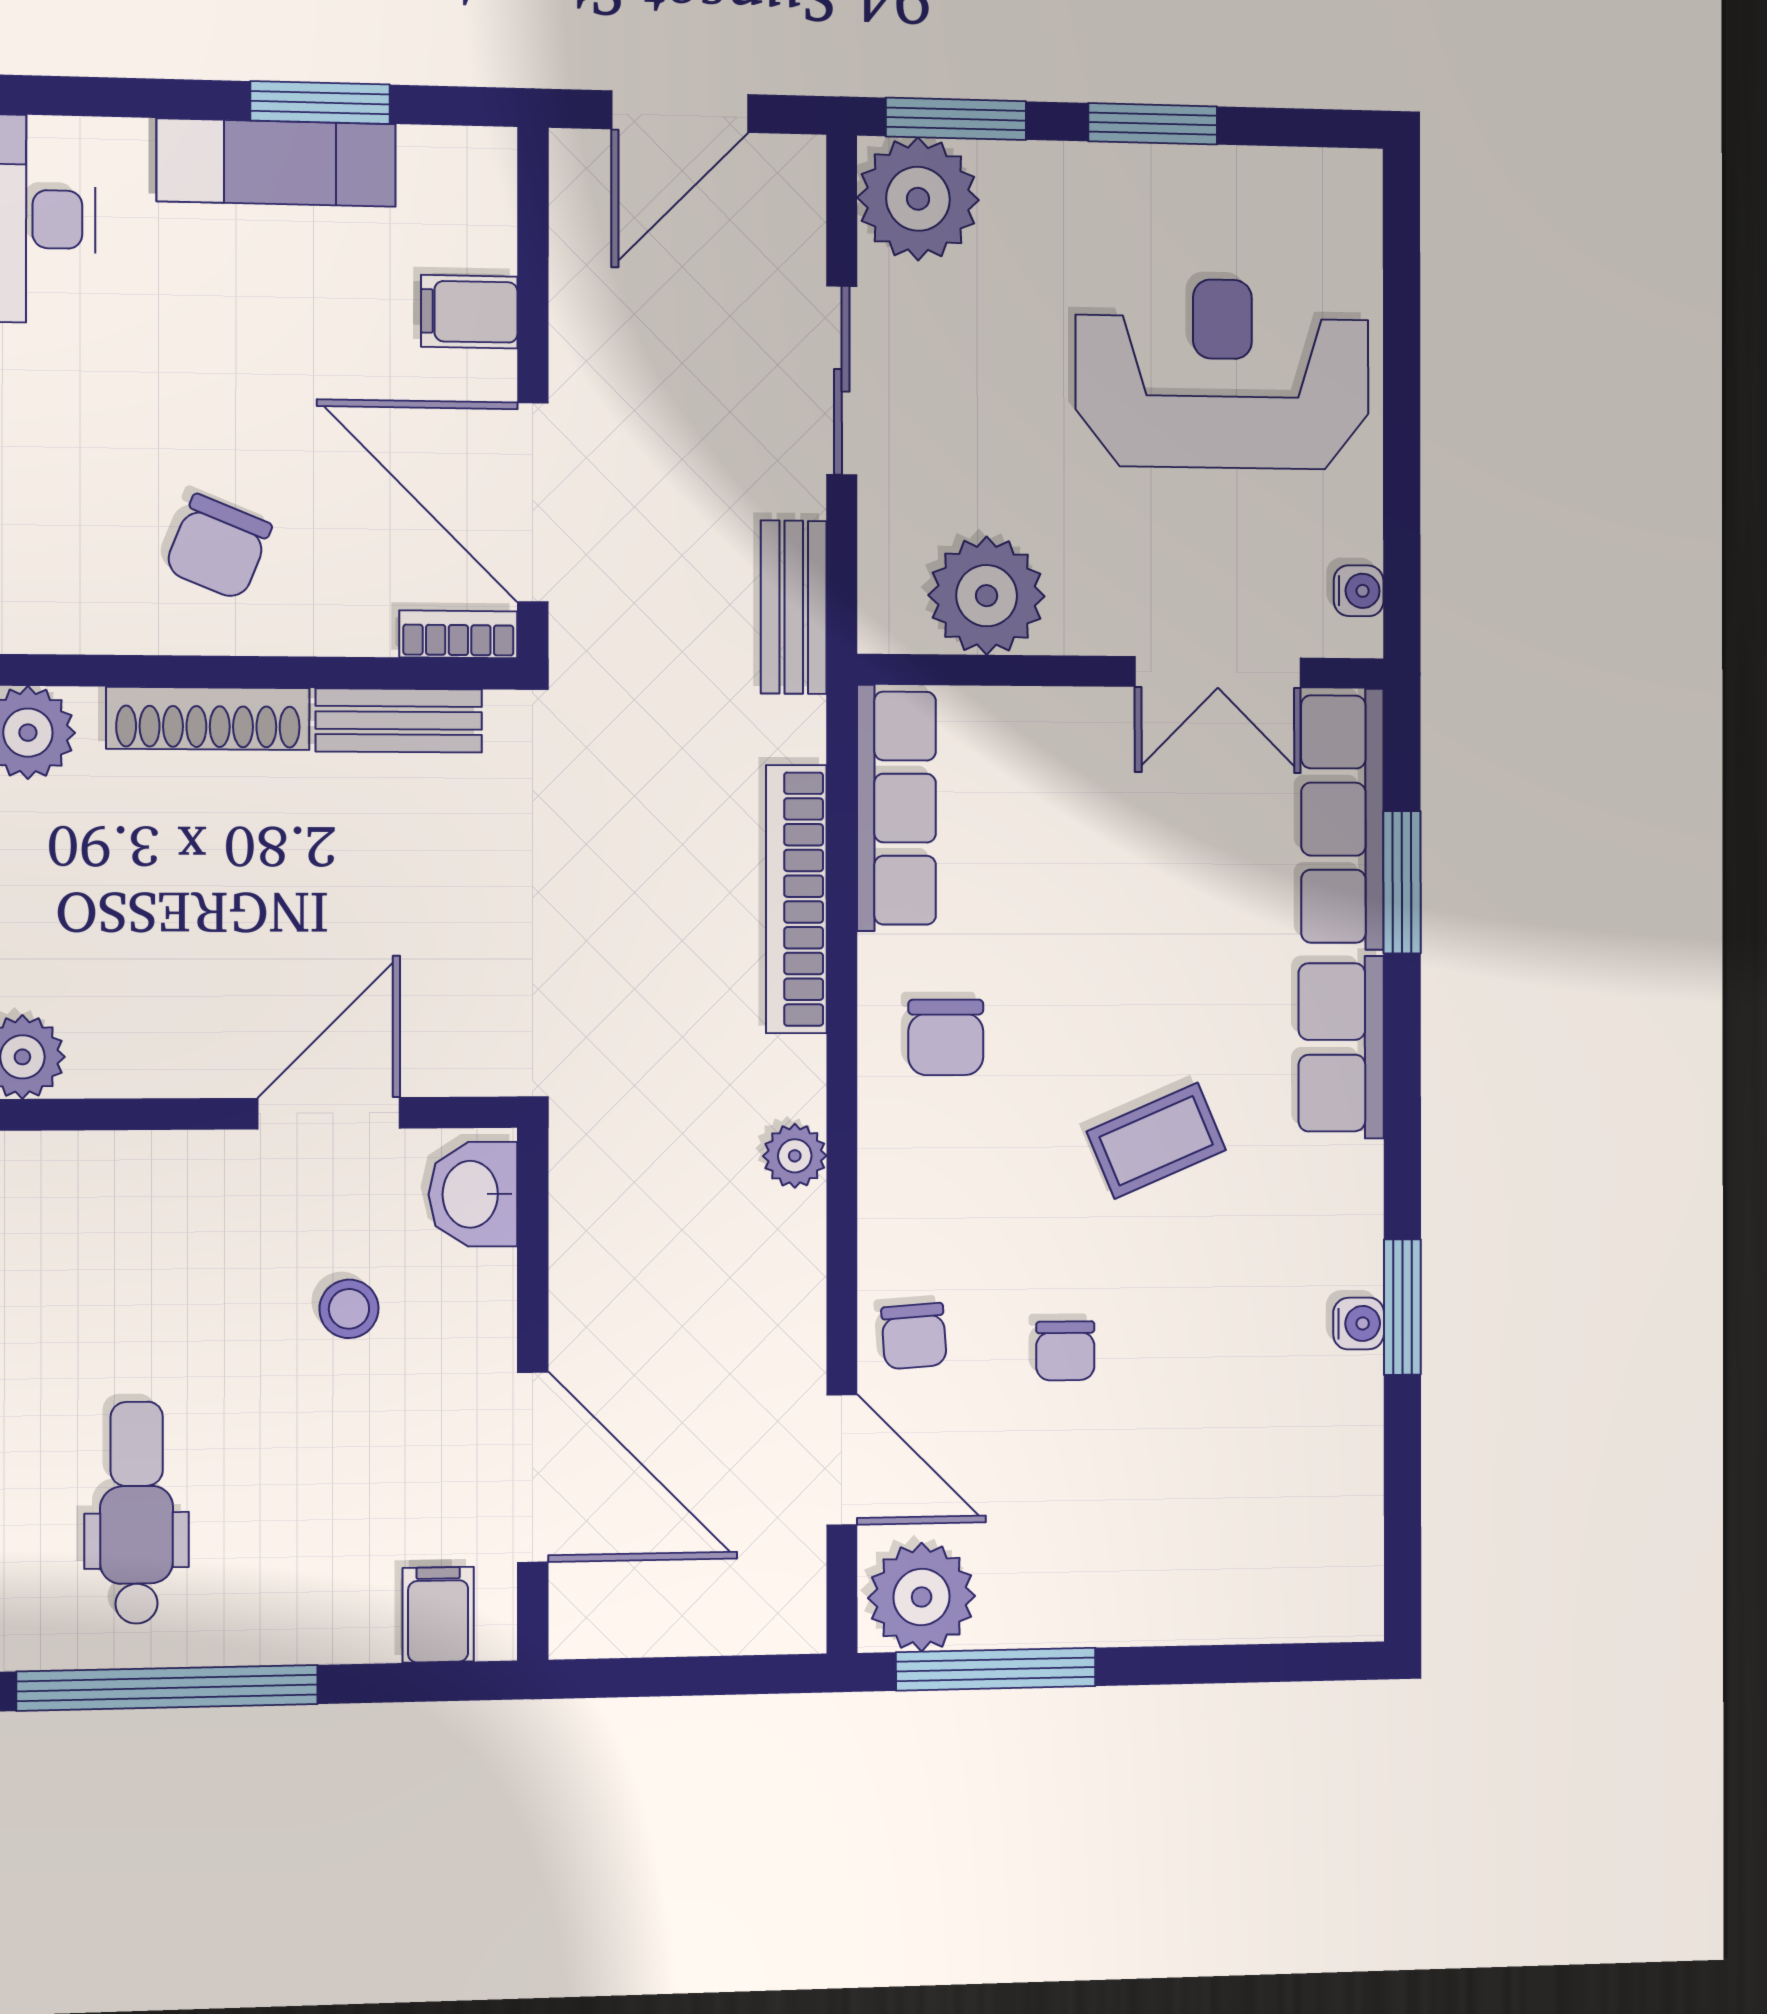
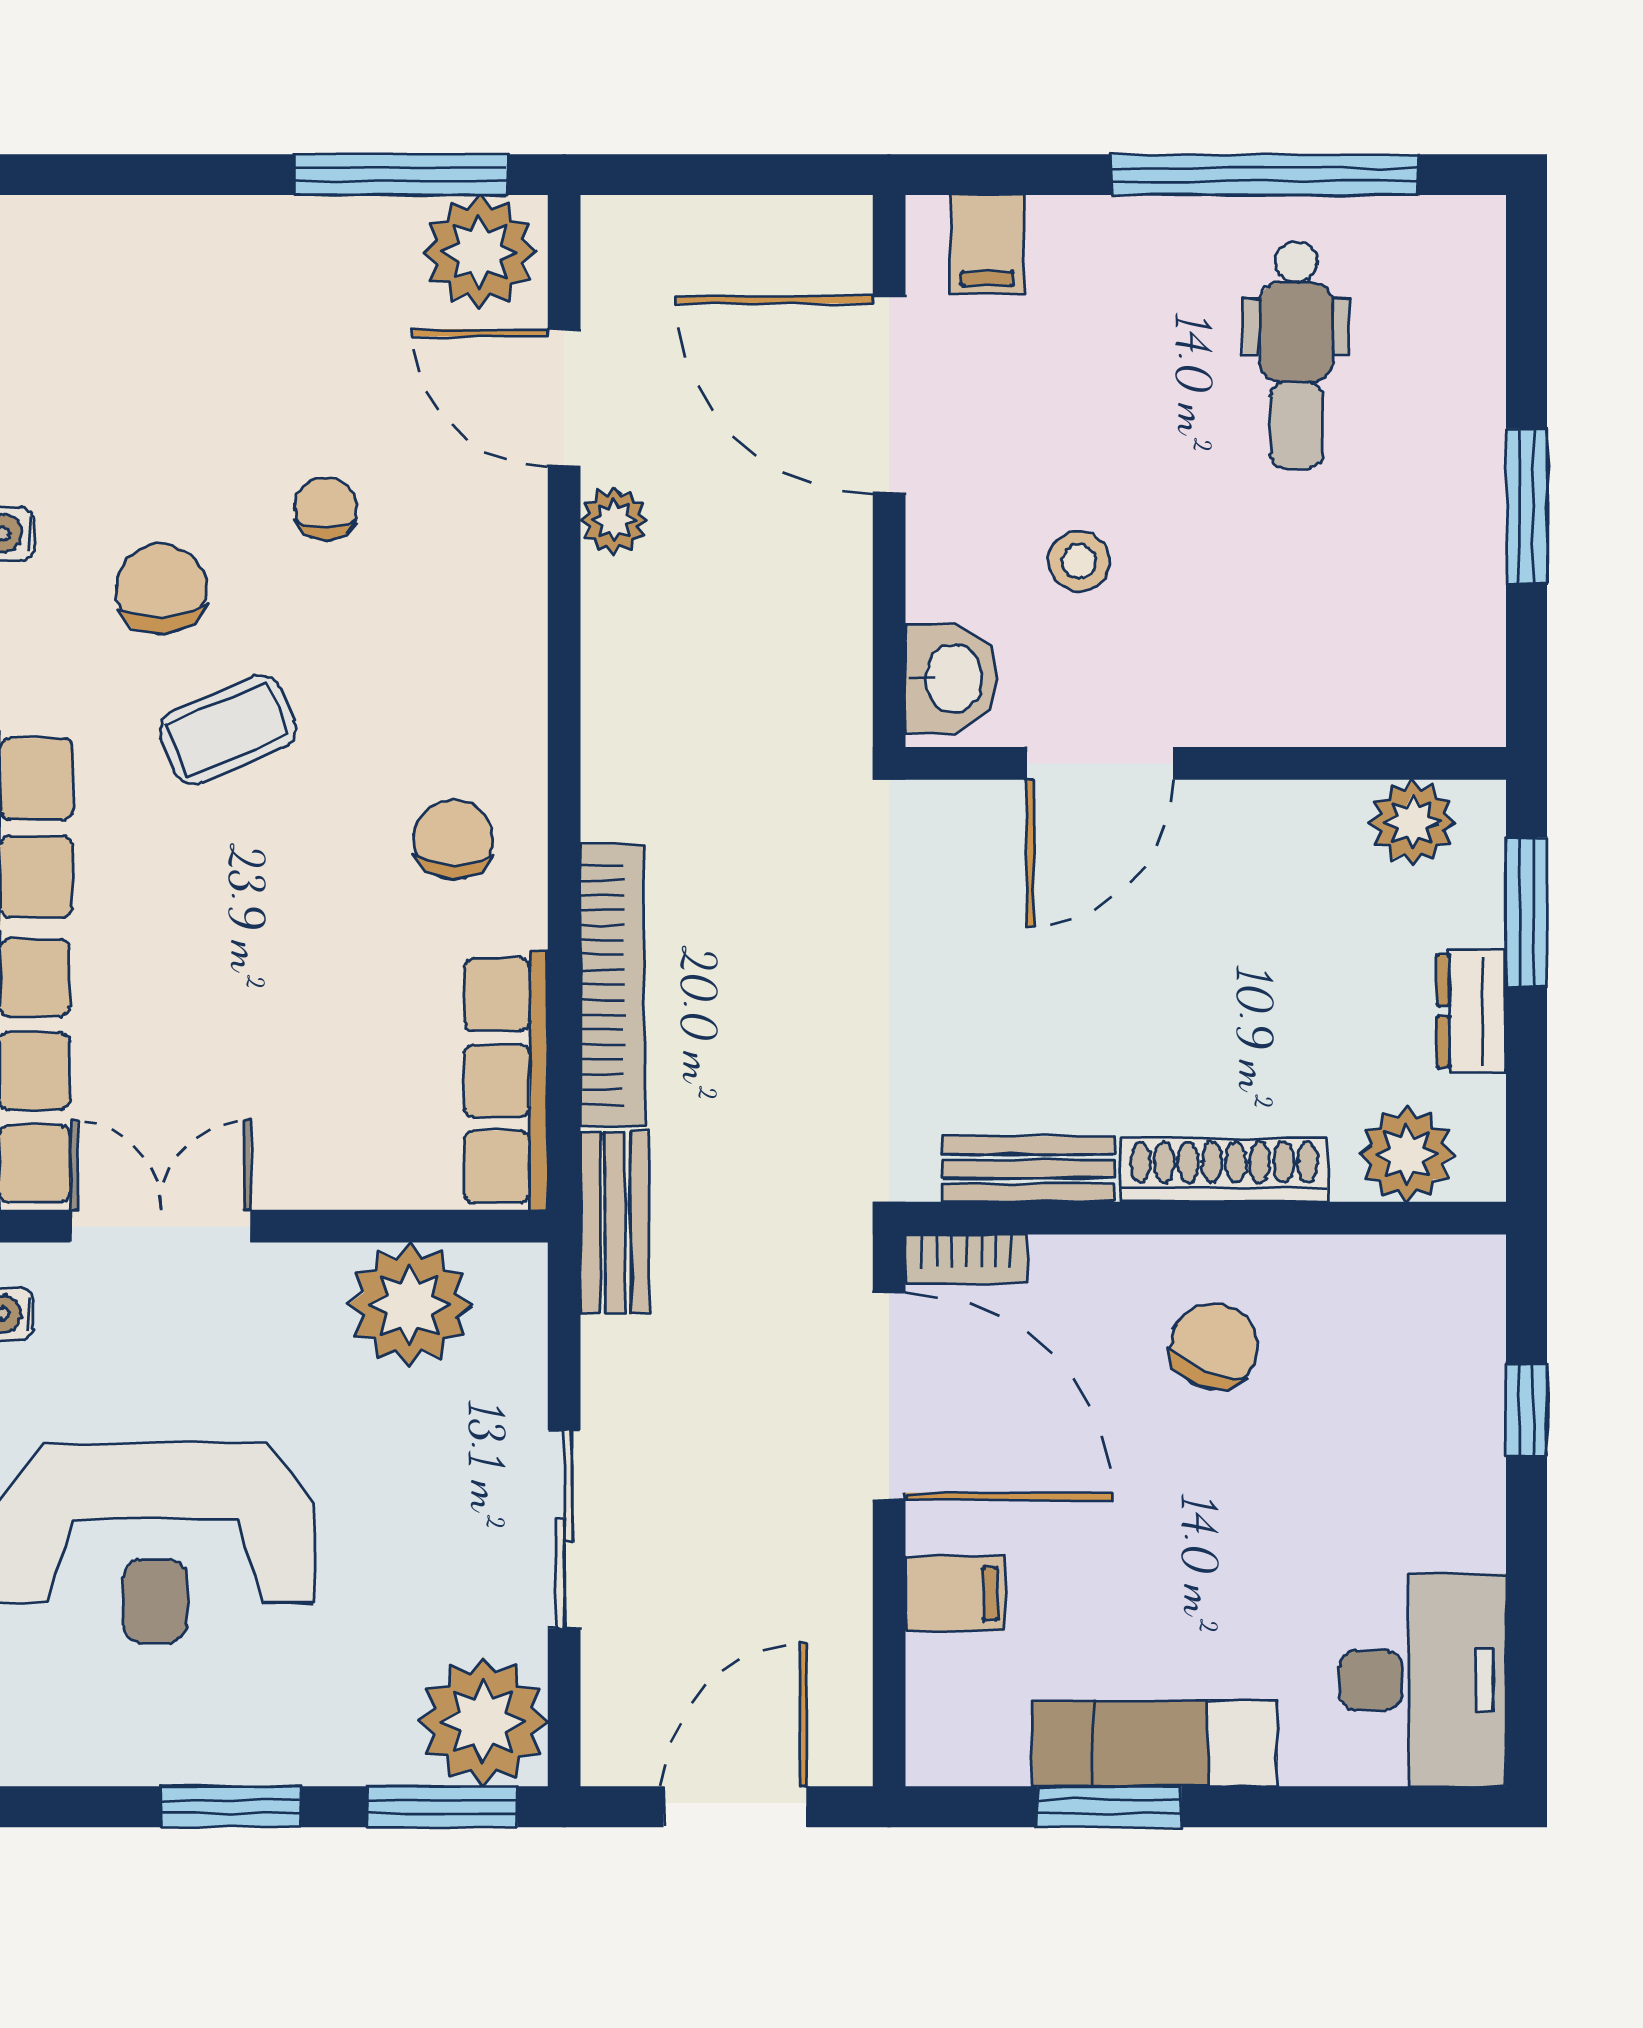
bench: (794, 607) -> (615, 1223), moved
plant: (795, 1156) -> (614, 520), moved
chair: (914, 1336) -> (161, 589), moved, width x1.37, depth x1.37

